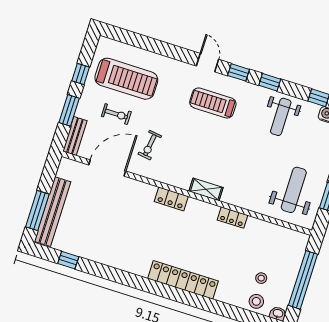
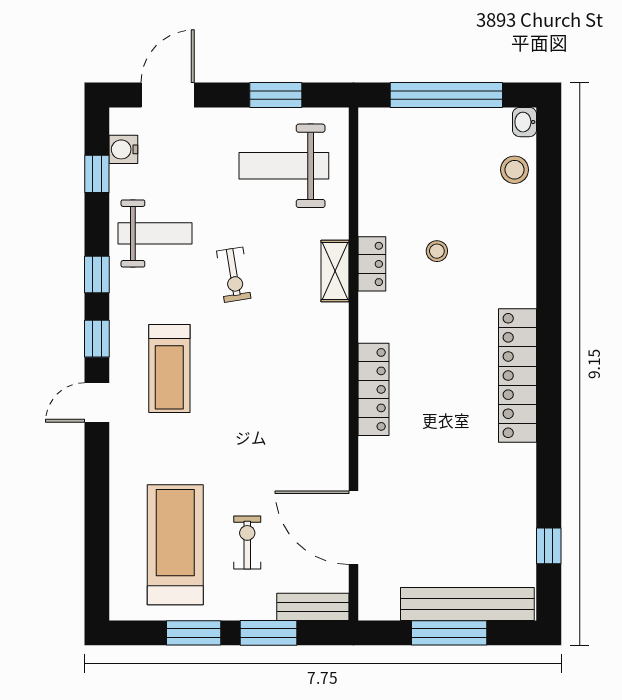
window: (81, 74) -> (194, 633), width x1.50
exercise bike: (150, 145) -> (234, 275), moved, turned 73
shelving: (206, 189) -> (335, 271), moved
locker: (171, 199) -> (374, 389), width x1.53
window: (37, 210) -> (449, 633), moved
stool: (261, 278) -> (437, 251), moved
locker: (183, 280) -> (518, 376), moved

